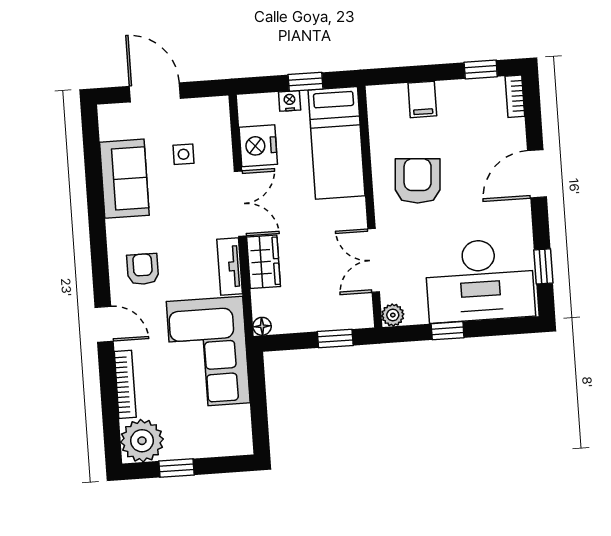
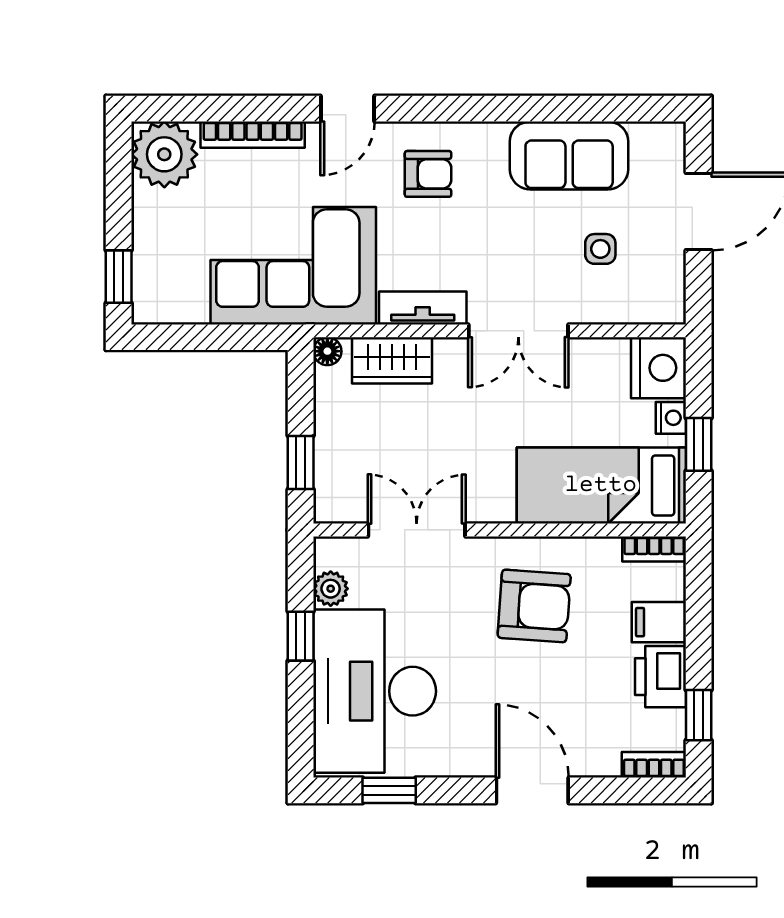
printer: (457, 96) -> (661, 677), added
bookcase: (375, 106) -> (654, 549), added
nightstand: (258, 146) -> (659, 368), moved, turned 90
wardrobe: (264, 262) -> (392, 360), moved
plant: (393, 315) -> (331, 589), moved
window: (176, 468) -> (119, 277), moved

